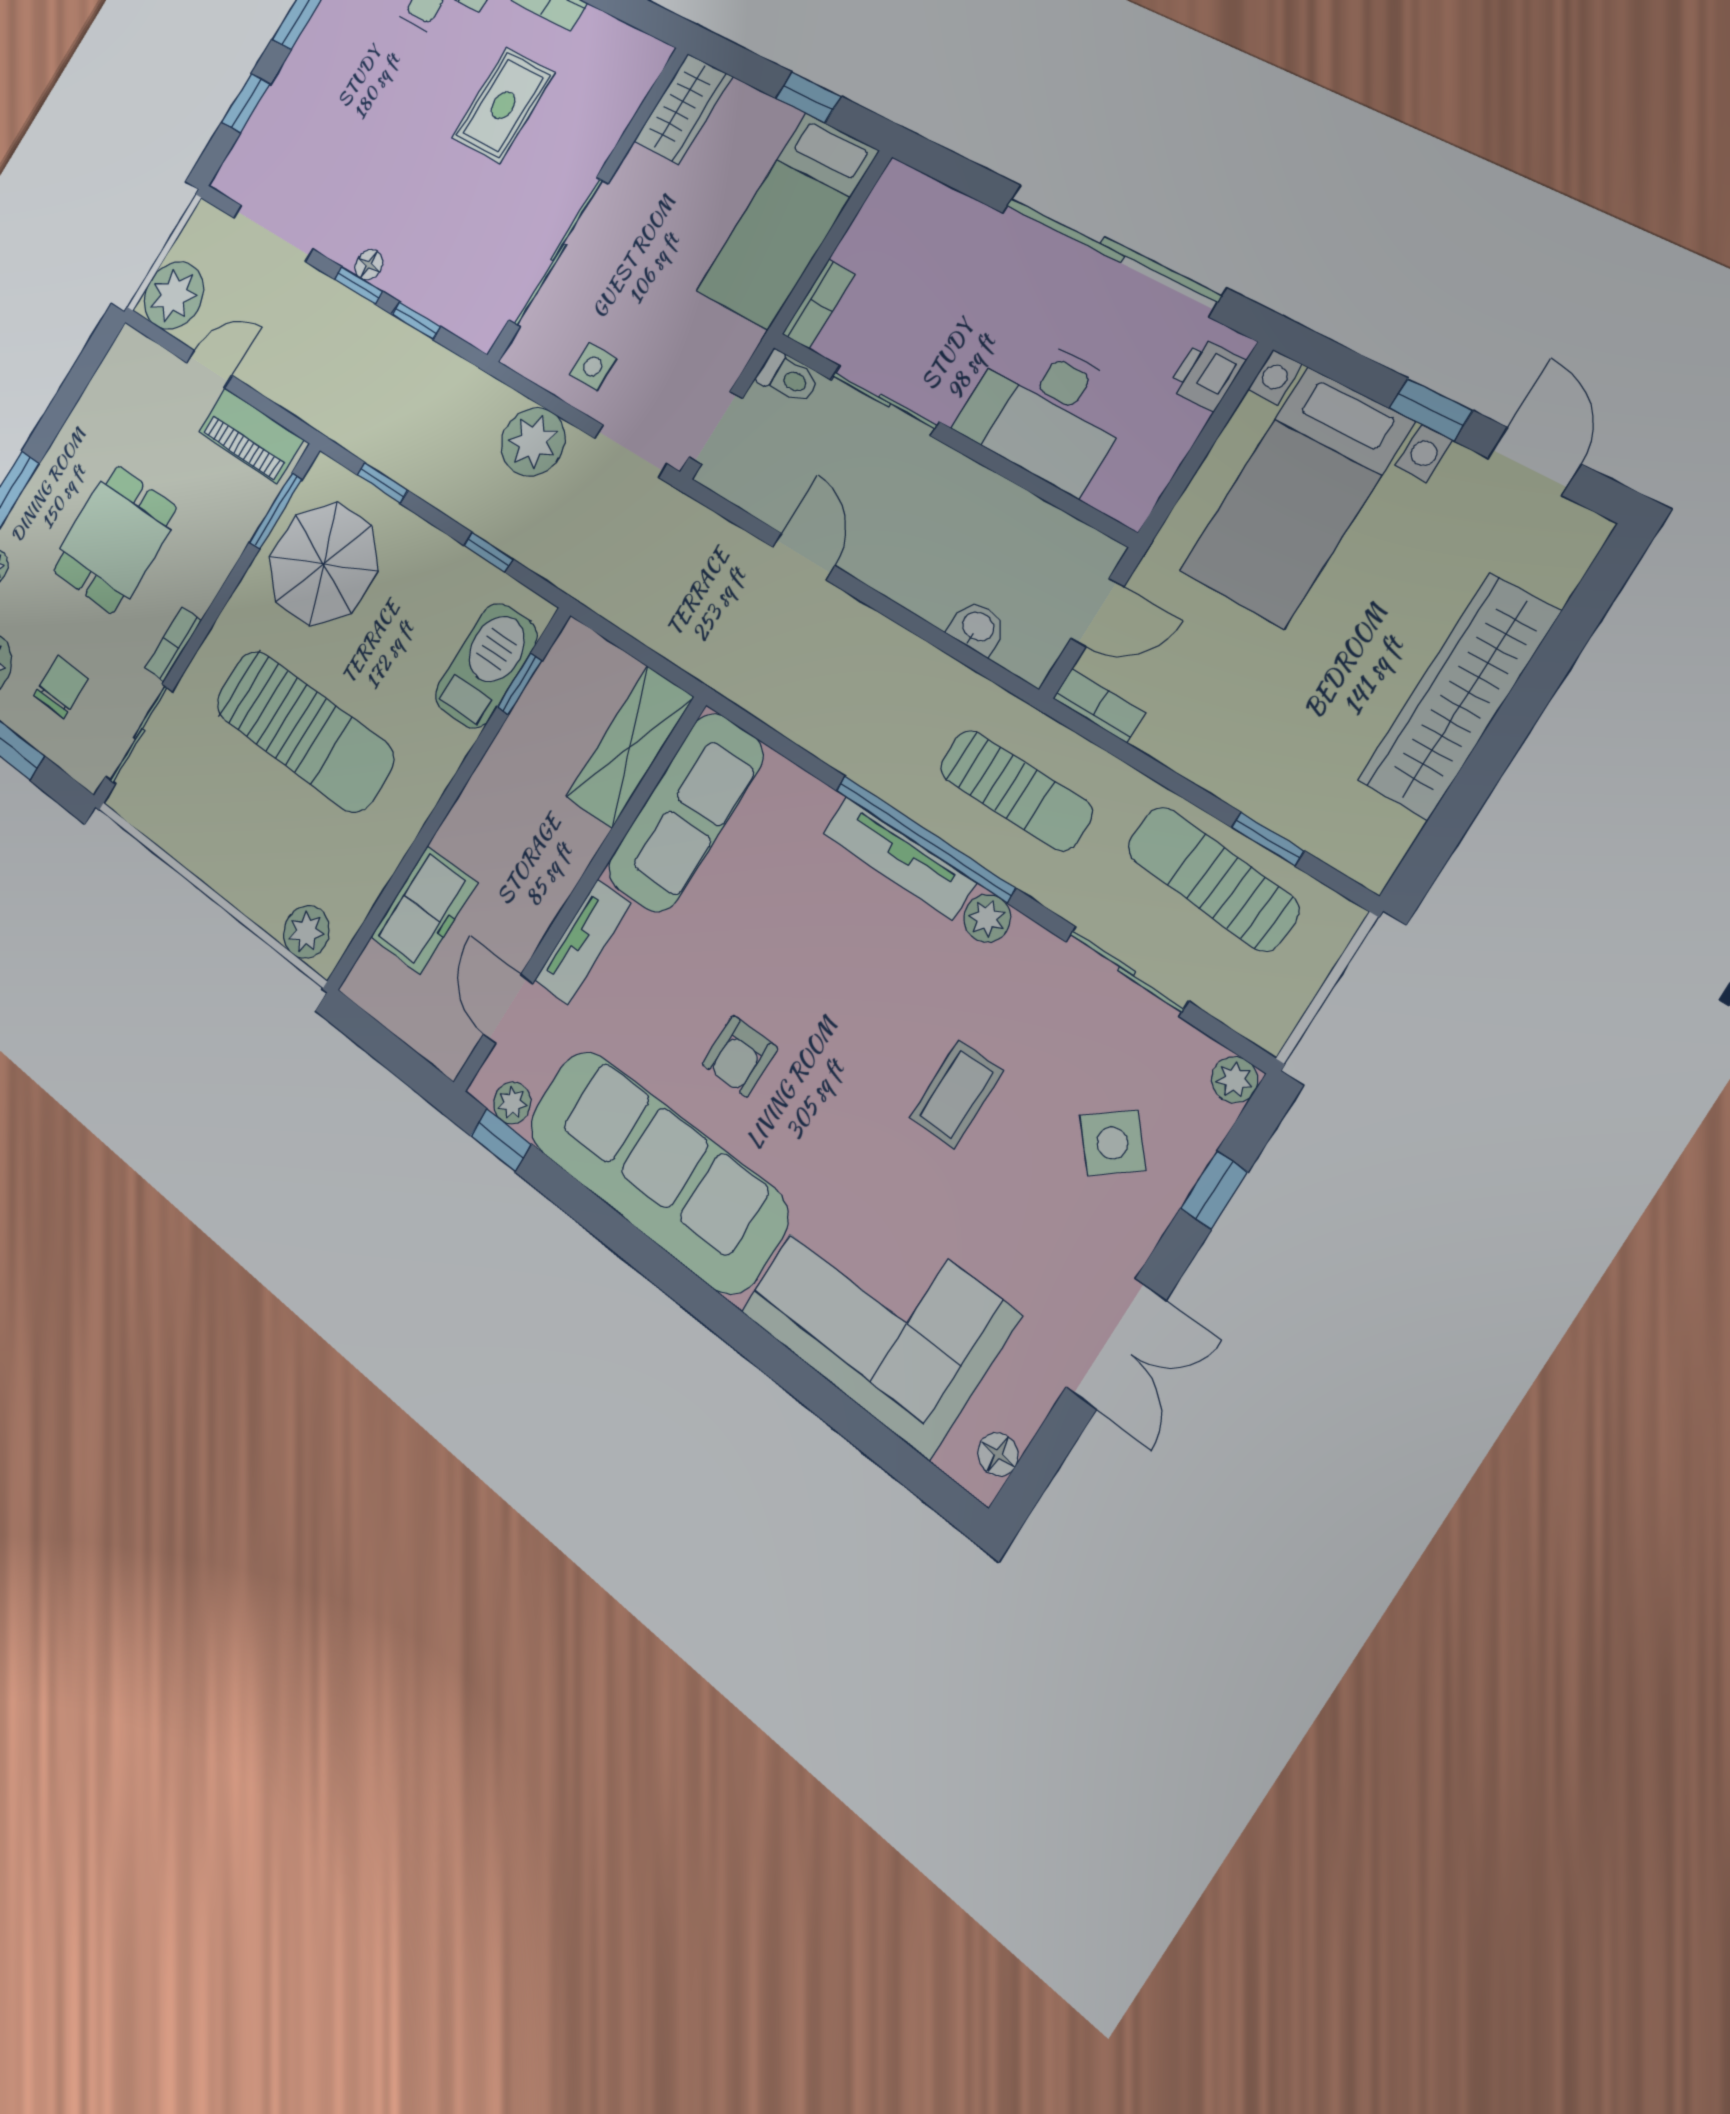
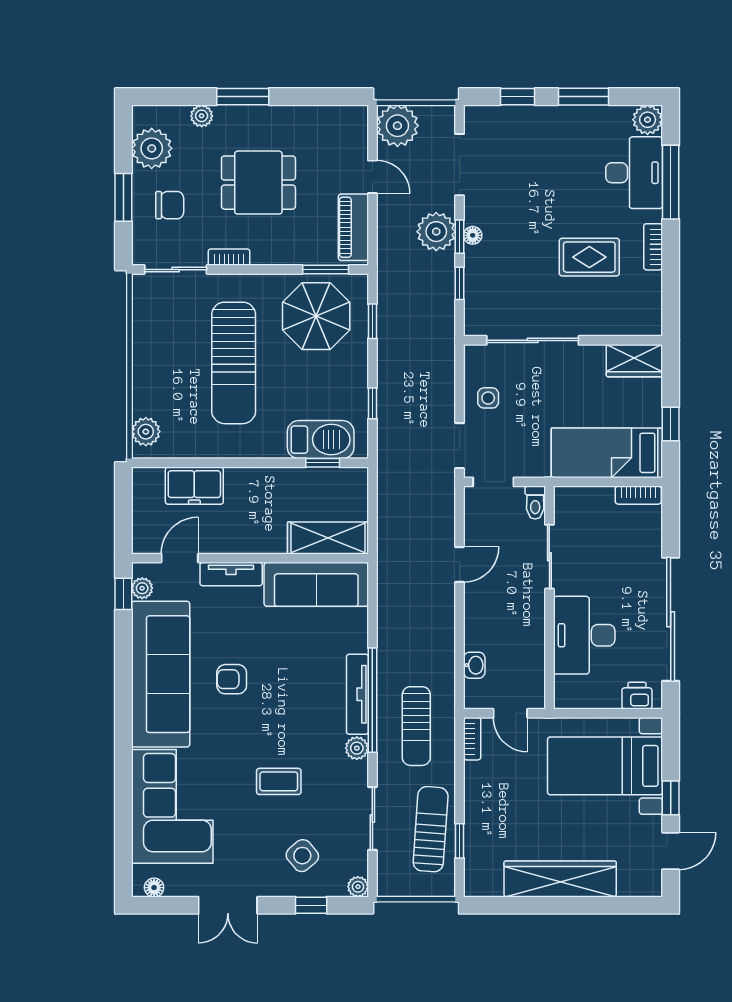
bookcase: (819, 304) -> (638, 495), moved
plant: (533, 442) -> (436, 232), moved

